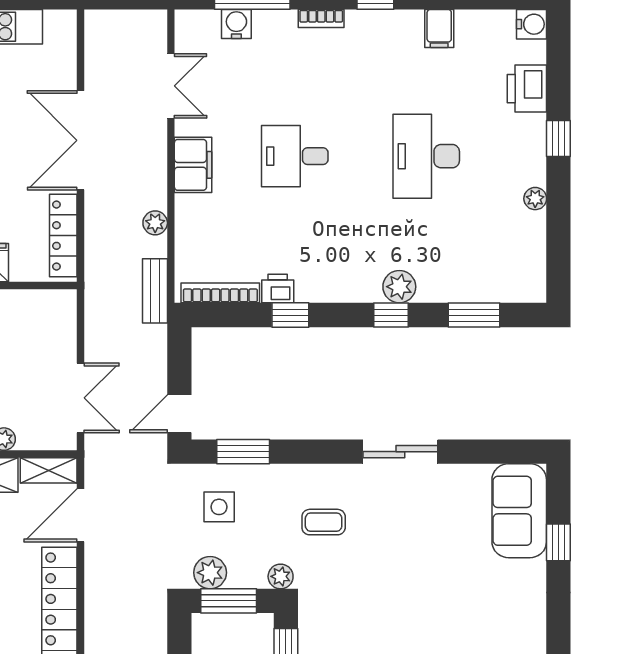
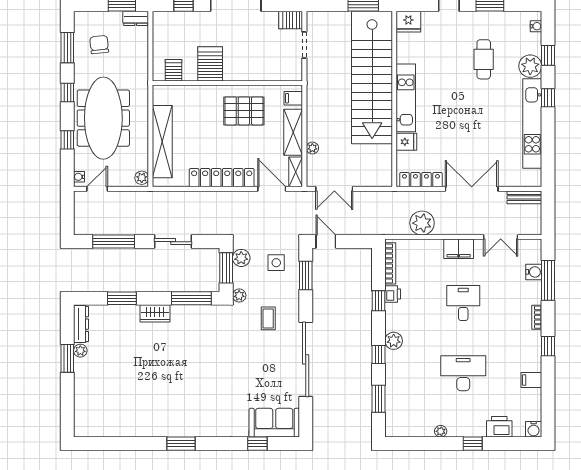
plant: (155, 223) -> (422, 223), width x1.88, depth x1.88
plant: (399, 287) -> (394, 341), moved
bench: (155, 291) -> (524, 197), moved
sliding door: (400, 452) -> (306, 359), width x1.86

